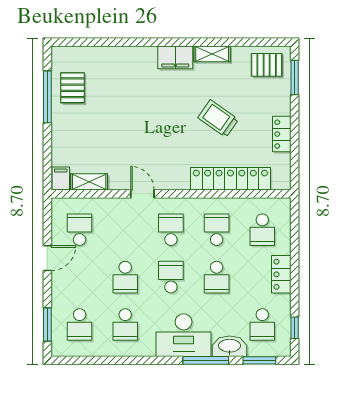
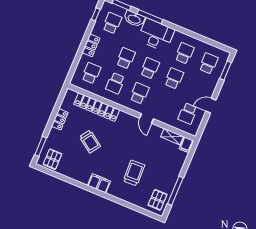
shelving: (212, 54) -> (79, 177), removed
pallet: (267, 65) -> (52, 159), turned 90
pallet: (73, 88) -> (157, 200), moved
trolley: (126, 98) -> (134, 173), added
school desk: (171, 230) -> (139, 93), turned 180
school desk: (171, 277) -> (150, 68), turned 180

